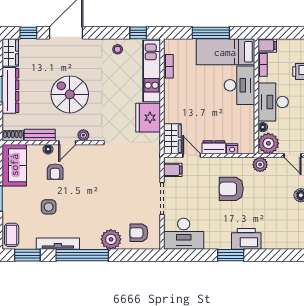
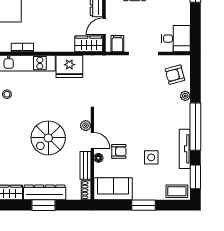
armchair: (139, 233) -> (175, 75), turned 75
desk: (184, 234) -> (176, 39), width x0.73
plant: (111, 239) -> (185, 96), width x0.53, depth x0.53

